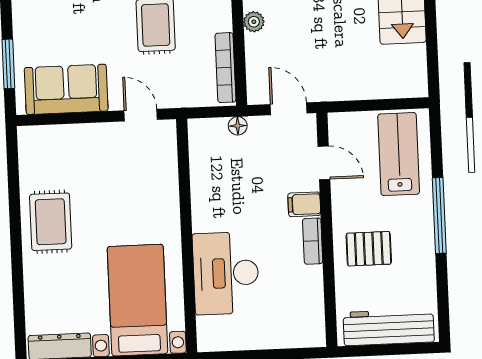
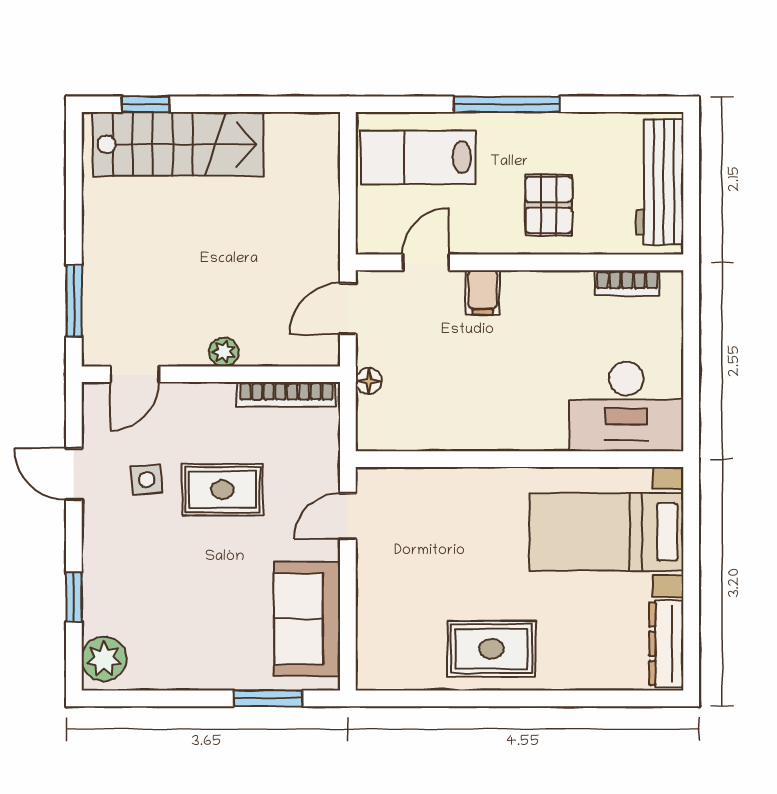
bookcase: (313, 241) -> (627, 283), moved
desk: (226, 273) -> (626, 406), moved

